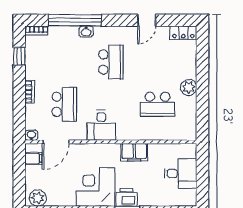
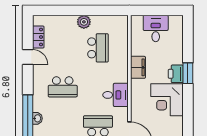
washbasin: (86, 32) -> (37, 118), moved
locker: (183, 33) -> (38, 37), moved
school desk: (111, 62) -> (63, 87), turned 180

